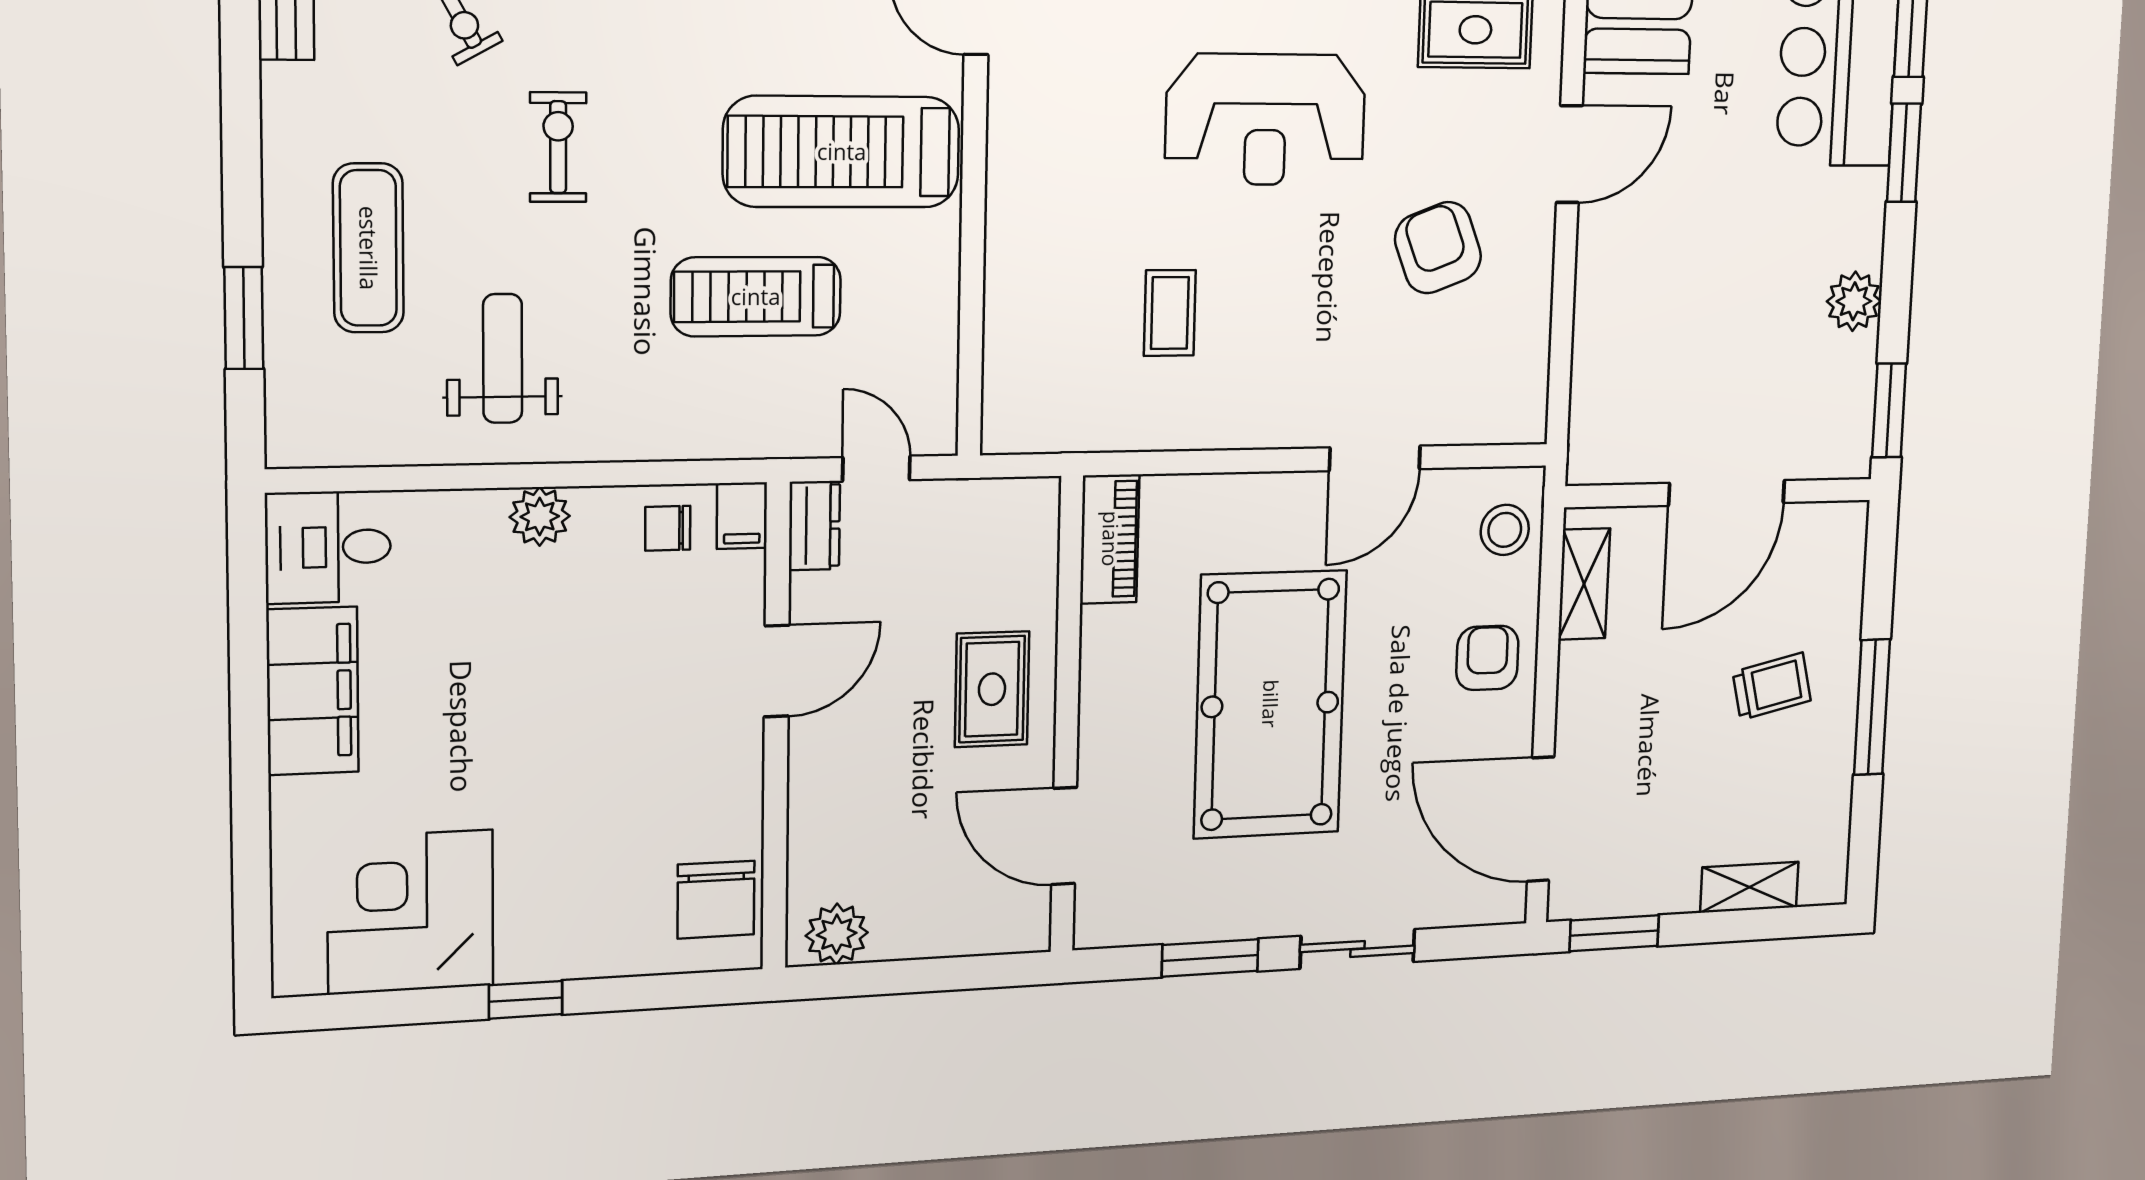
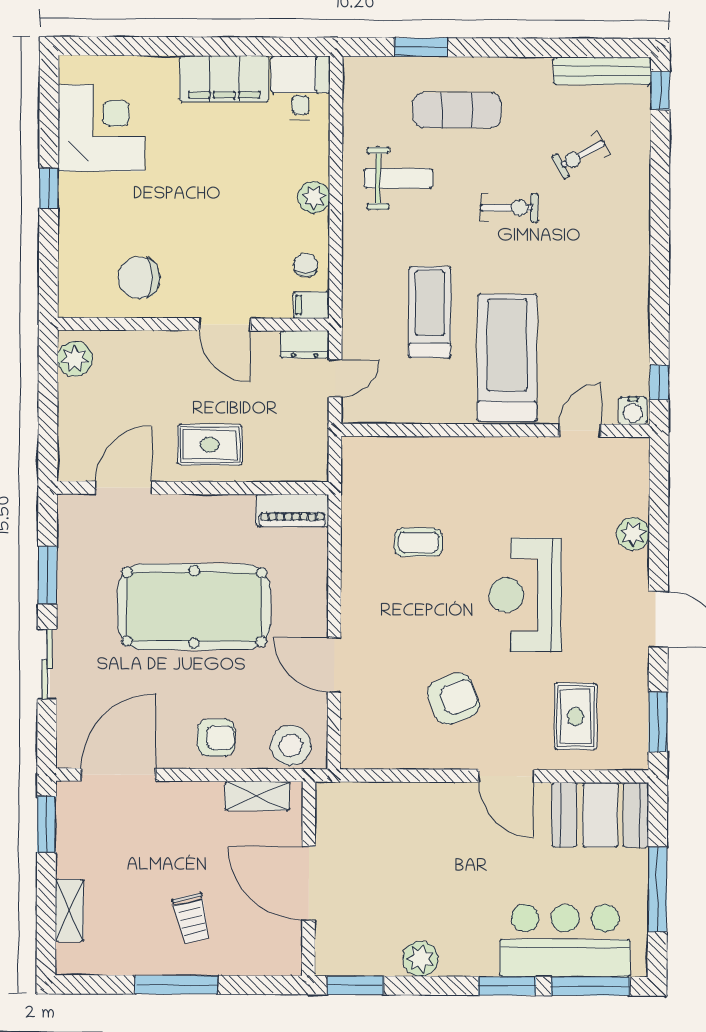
stool: (1505, 530) -> (291, 745), width x1.38, depth x1.38
chair: (716, 900) -> (139, 278), moved

